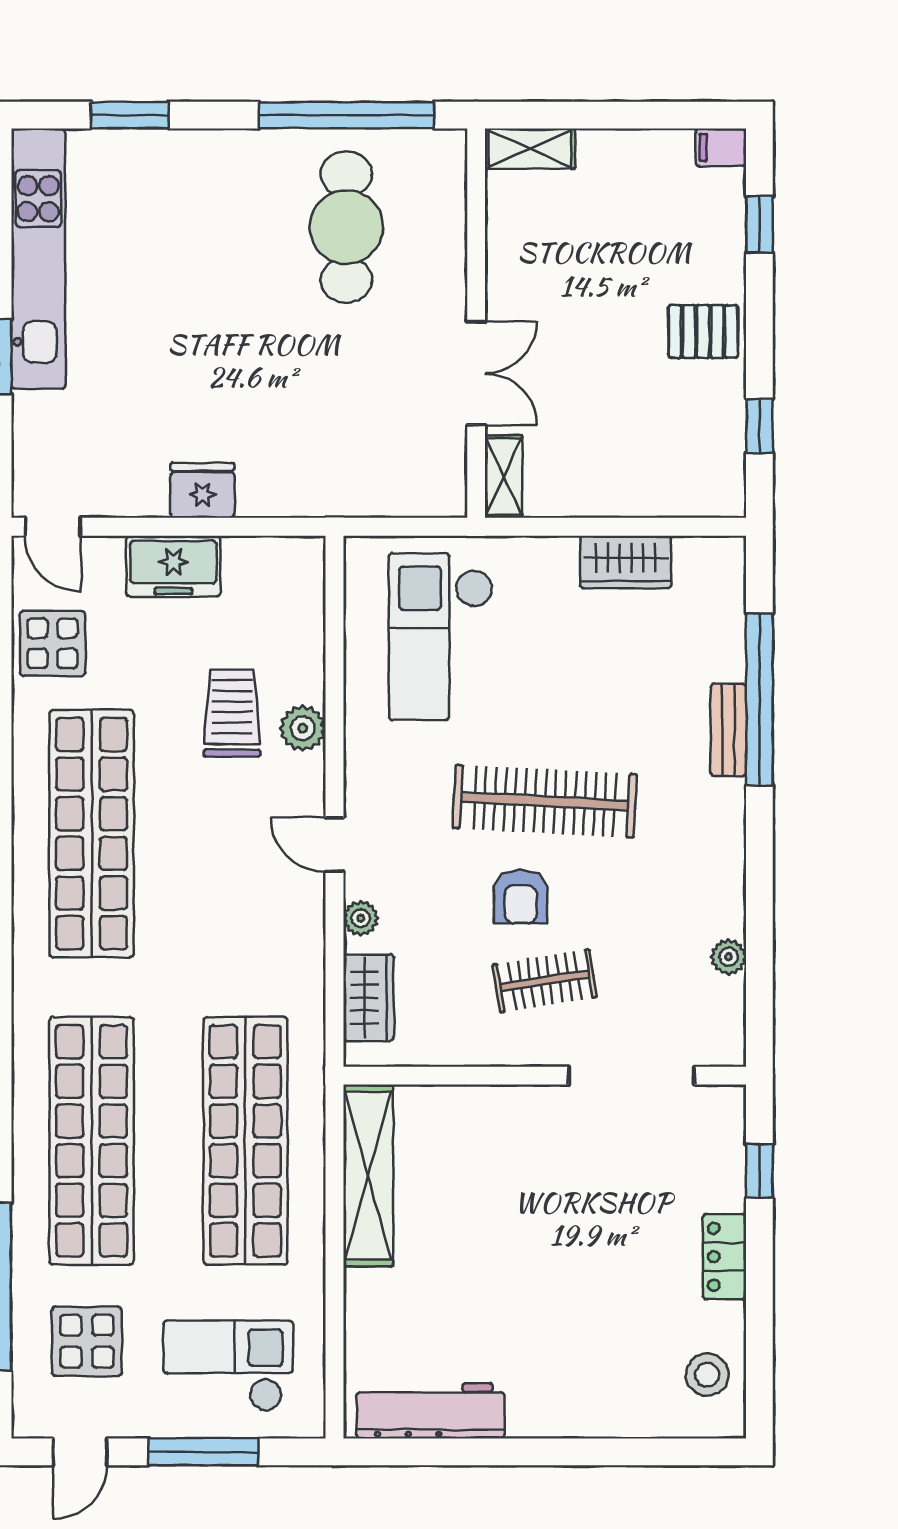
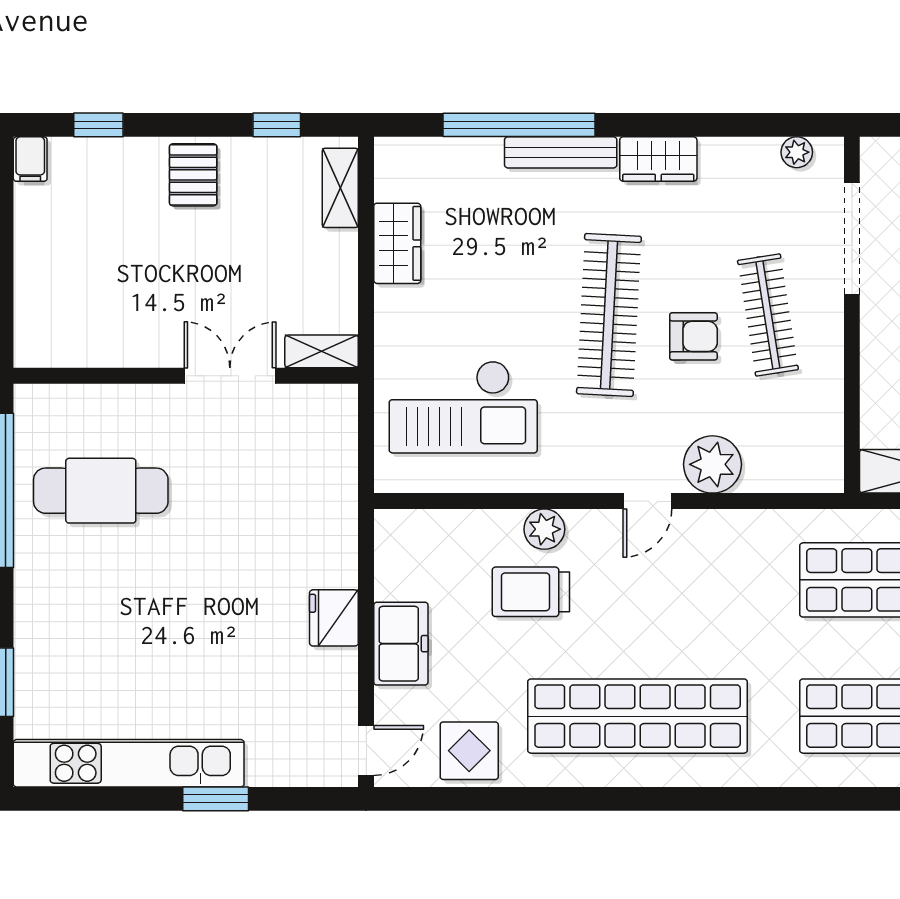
shelving: (530, 149) -> (340, 188), moved
bench: (728, 730) -> (561, 152), width x1.36
plant: (361, 918) -> (712, 464), width x1.88, depth x1.88
plant: (729, 957) -> (797, 152), moved
clothes rail: (545, 981) -> (768, 315), width x1.36
wardrobe: (369, 998) -> (658, 159), moved, turned 180

